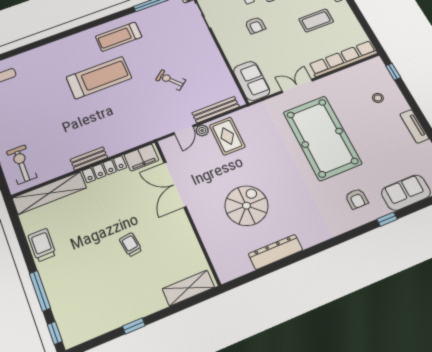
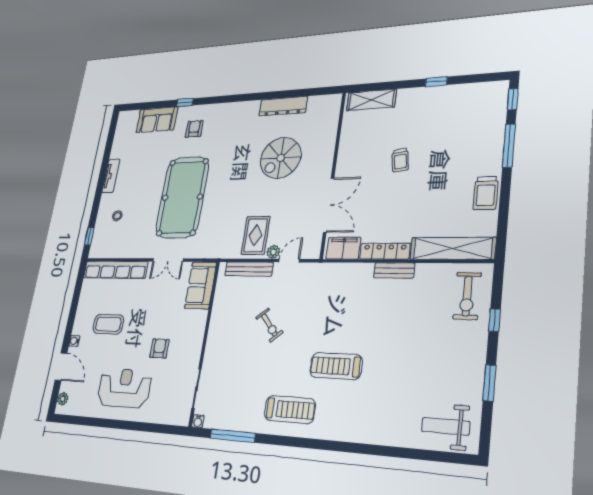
treadmill: (99, 78) -> (336, 366), width x0.73, depth x0.73

